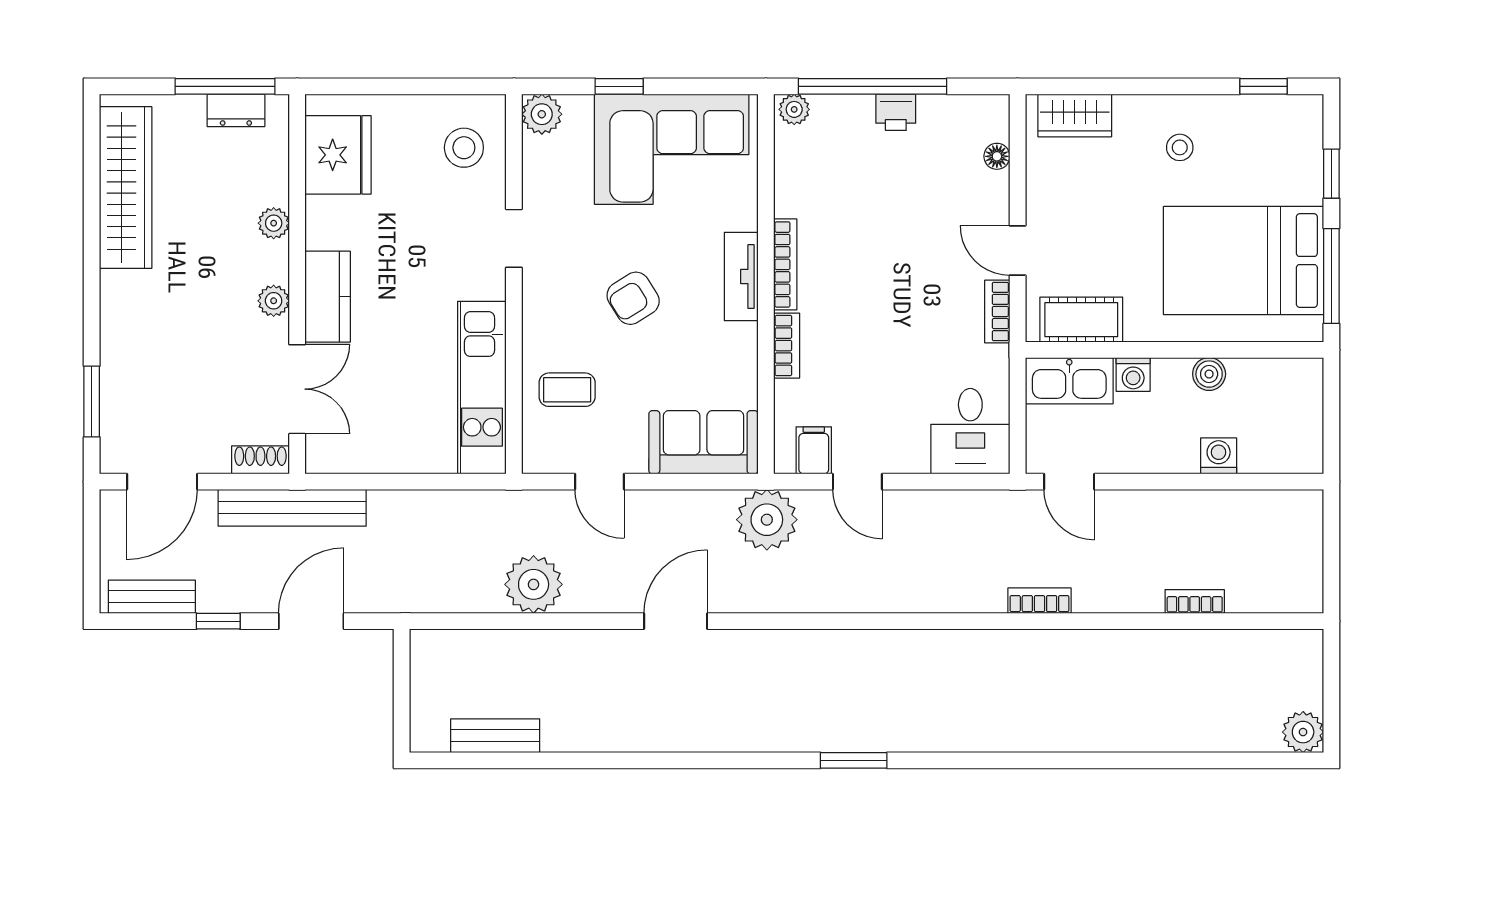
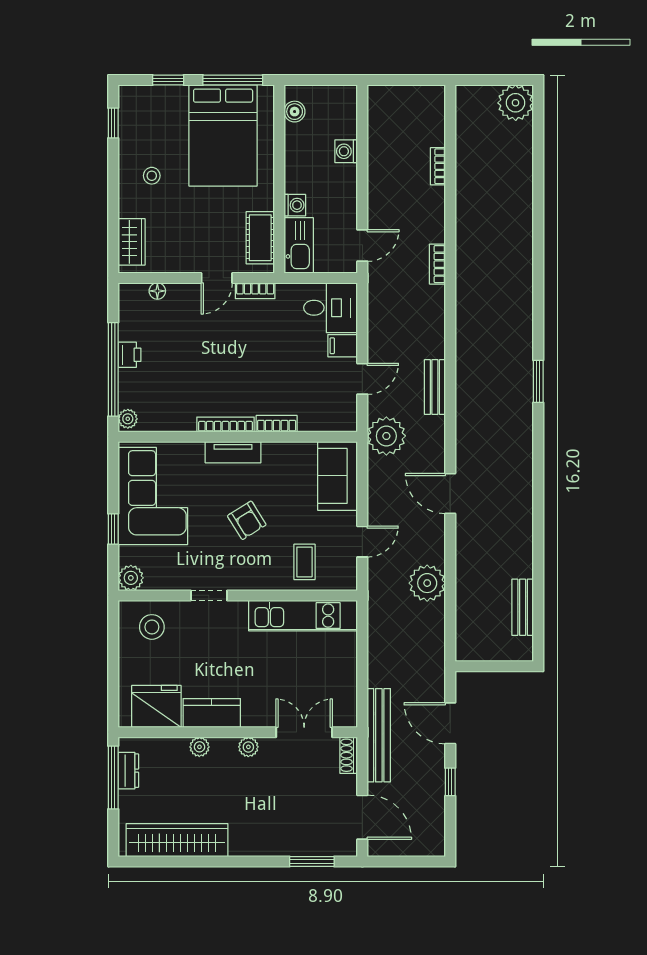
kitchen counter: (328, 297) -> (212, 713), moved
boiler: (1209, 374) -> (295, 112), moved
filing cabinet: (814, 450) -> (343, 346), moved
bench: (152, 597) -> (435, 387), moved
plant: (1303, 732) -> (516, 103), width x1.36, depth x1.36

